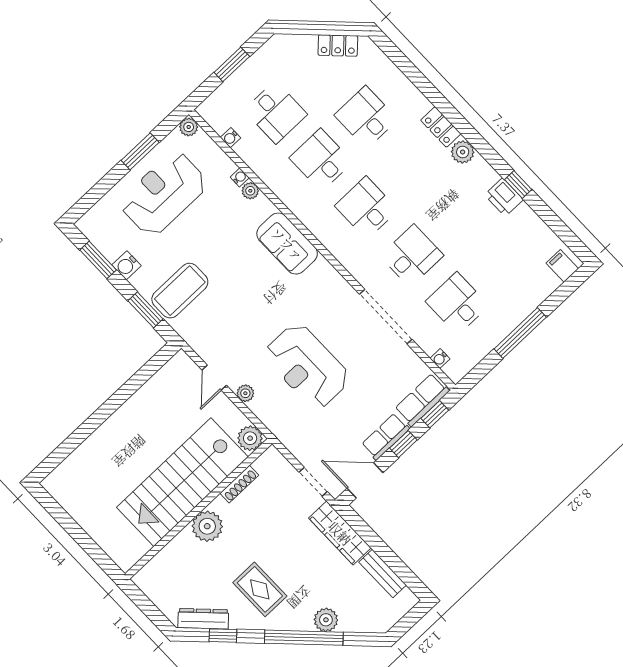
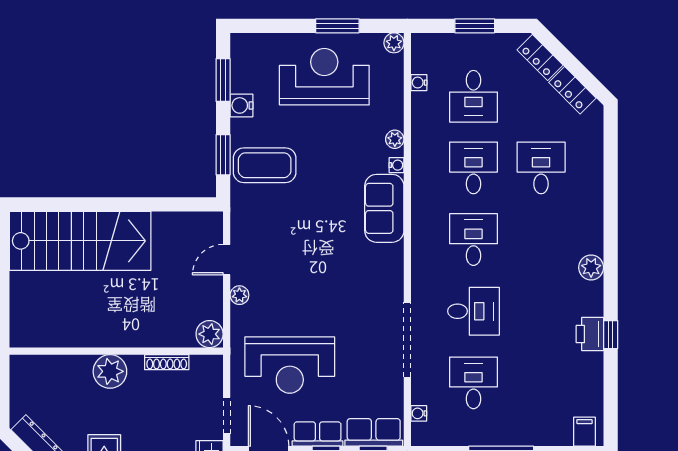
locker: (441, 127) -> (540, 57), moved, turned -45
water cooler: (240, 177) -> (396, 165), moved
reception desk: (307, 366) -> (290, 365), moved, turned -90
stairs: (182, 482) -> (80, 241), moved, turned 180

